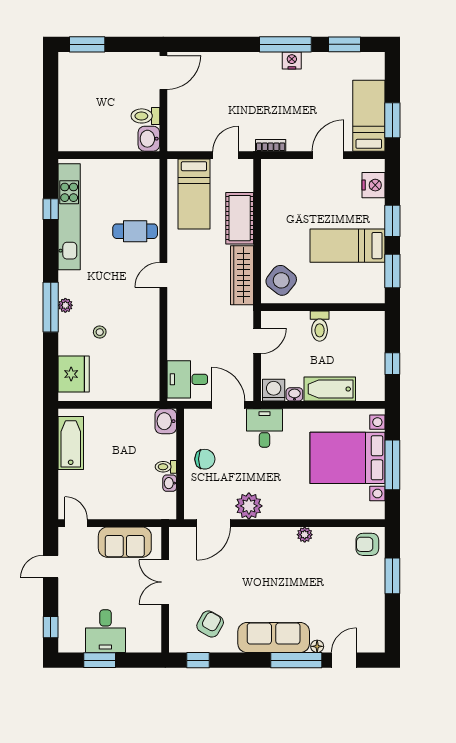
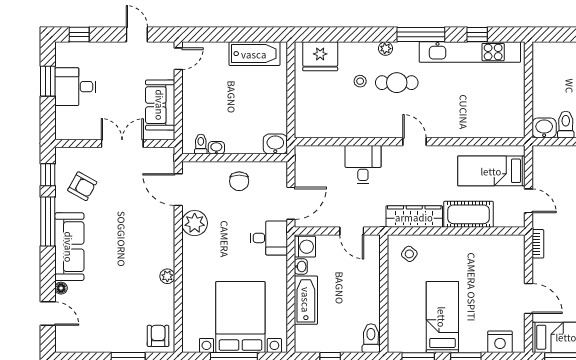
cafe table: (135, 231) -> (397, 83), moved, turned 90
side table: (281, 280) -> (409, 254), width x0.54, depth x0.54
window: (51, 307) -> (421, 34), moved
toilet: (320, 326) -> (371, 338), moved, turned 90
desk: (187, 379) -> (363, 164), moved
toilet: (166, 467) -> (201, 144), moved
window: (296, 660) -> (48, 221), moved

